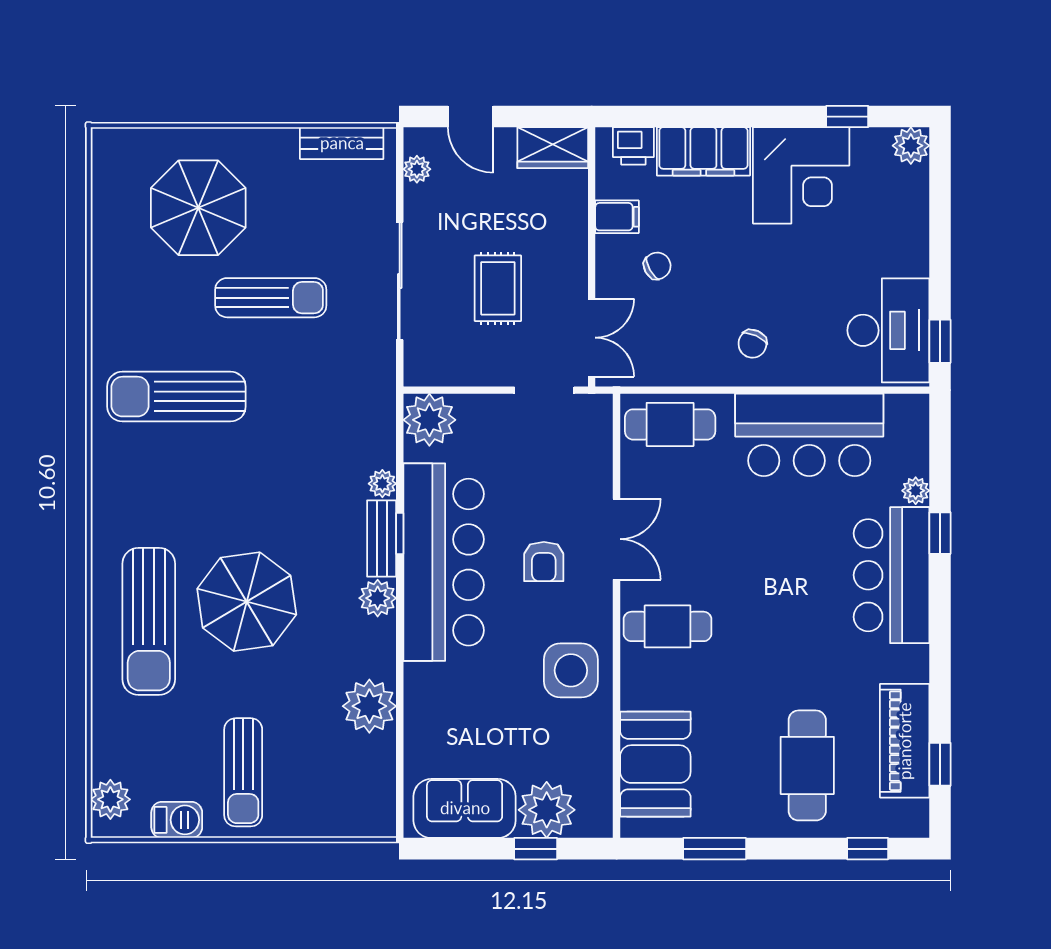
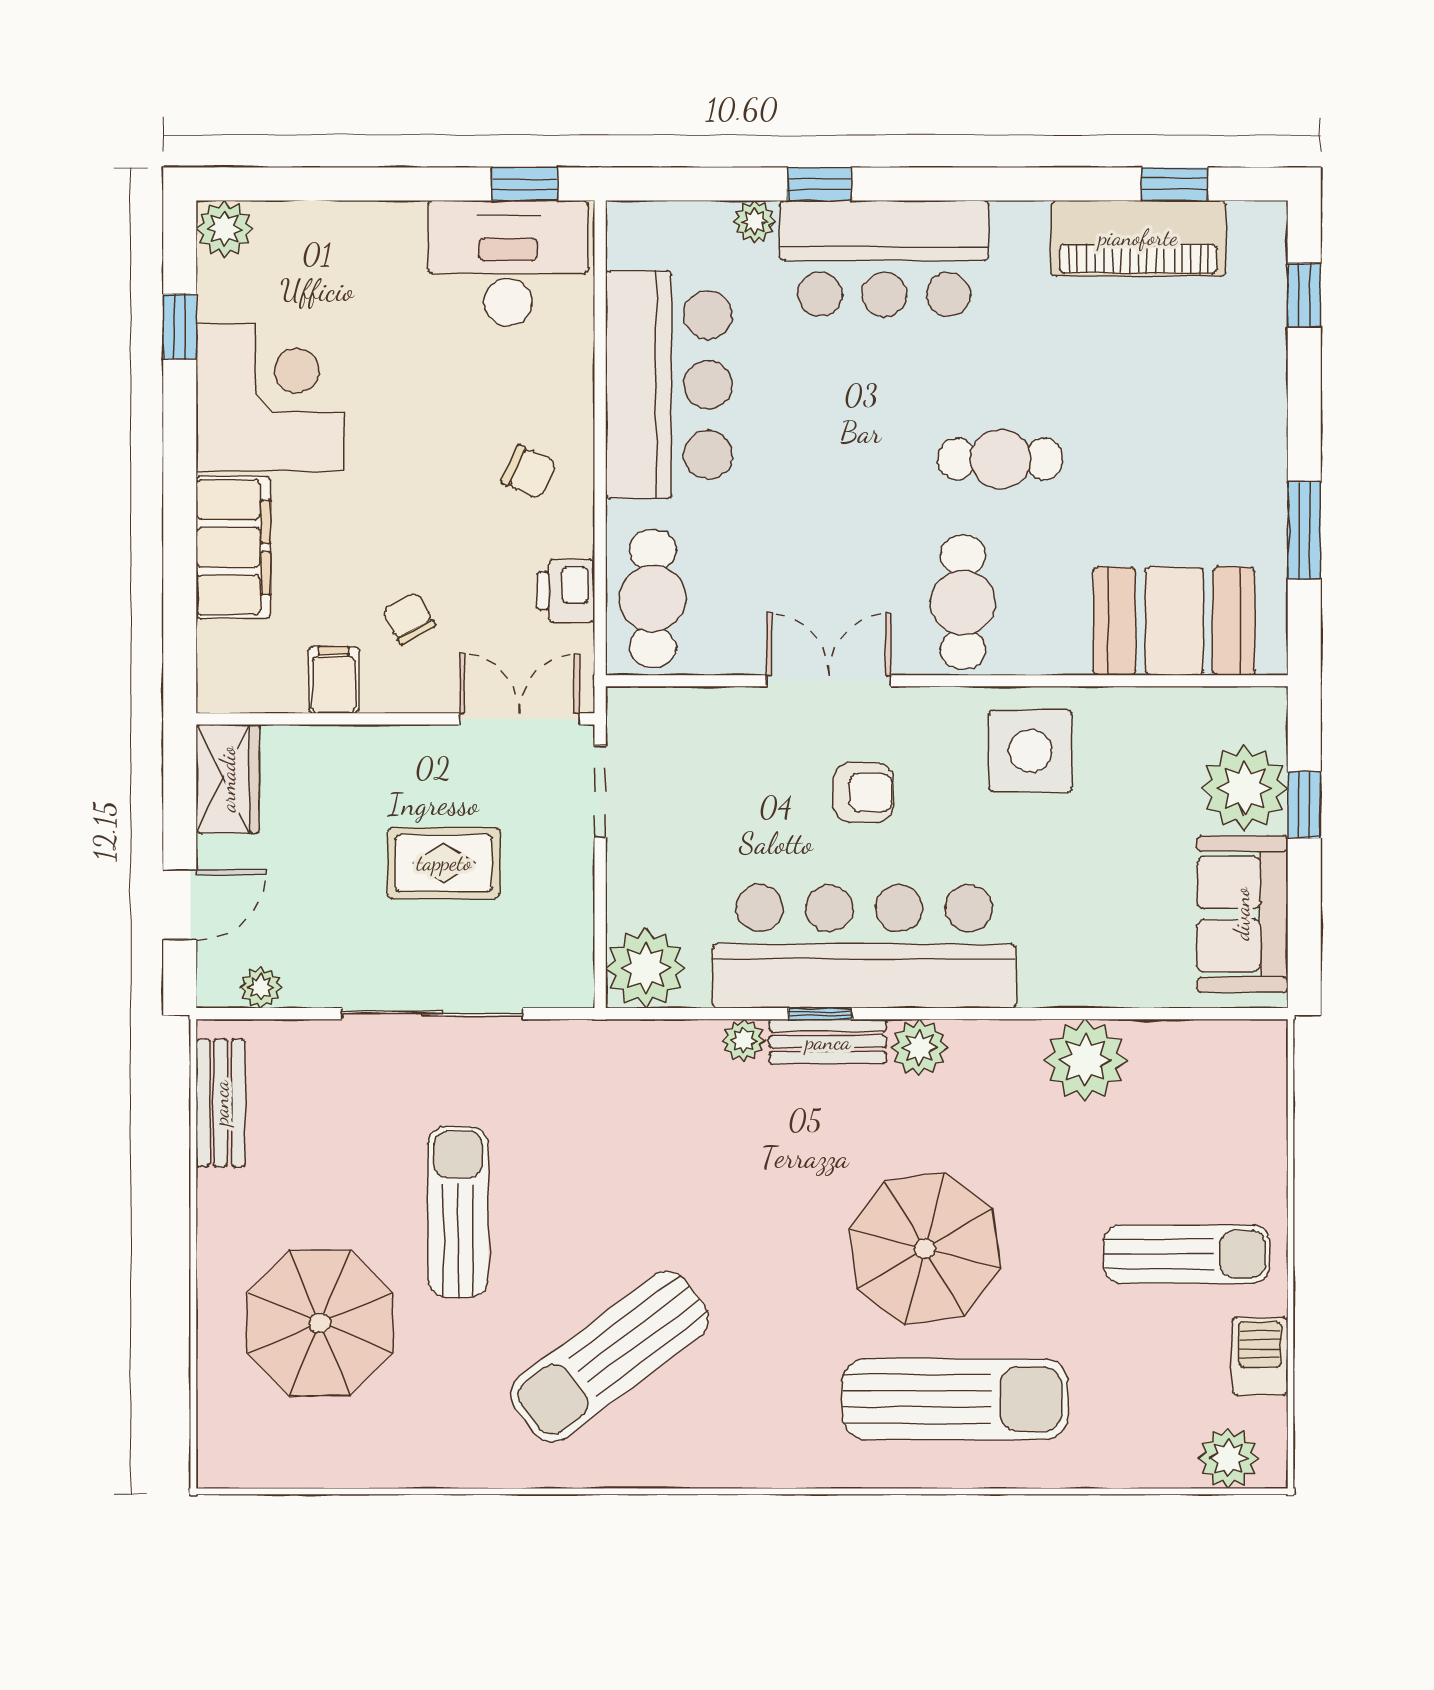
printer: (633, 146) -> (566, 591), moved, turned 180
sun lounger: (176, 397) -> (610, 1357), turned 53
cafe table: (807, 765) -> (1000, 459), moved, width x0.73, depth x0.74

